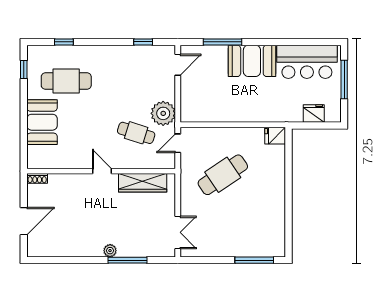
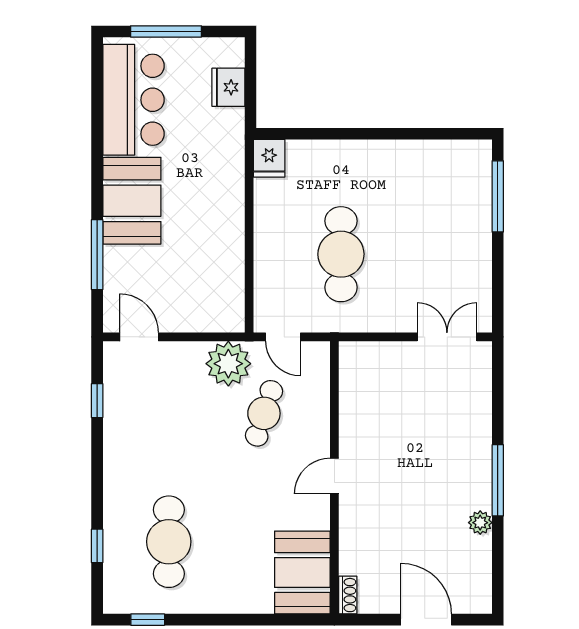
booth: (42, 122) -> (302, 573), moved, turned 90
cafe table: (223, 175) -> (341, 254), turned 34
wardrobe: (143, 183) -> (356, 401), removed
plant: (110, 251) -> (480, 523), moved
window: (127, 260) -> (498, 480), moved

